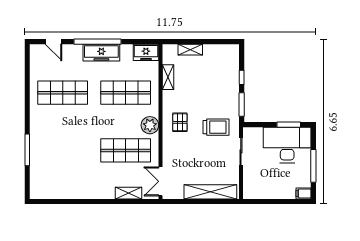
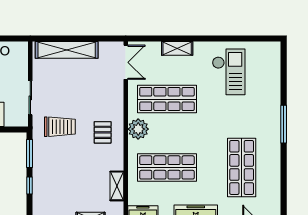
shop shelf: (63, 93) -> (242, 167), turned 90
trolley: (216, 127) -> (60, 127), turned 180
window: (27, 150) -> (284, 124), moved
checkout: (74, 173) -> (229, 72), added
shelving: (129, 193) -> (177, 48), moved

